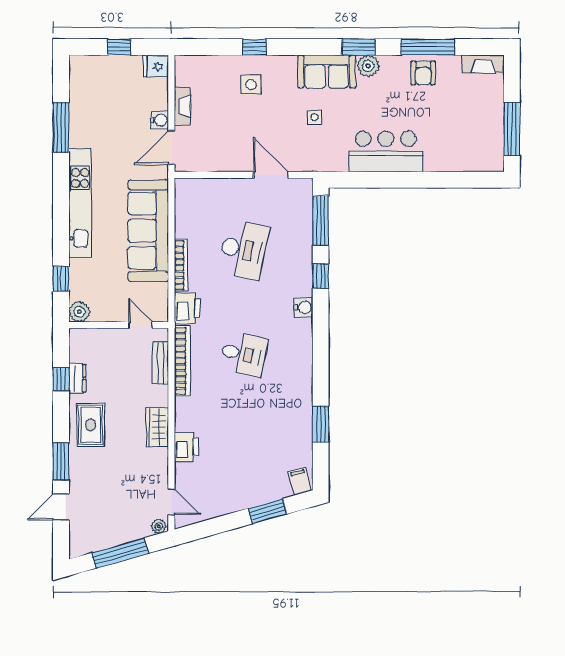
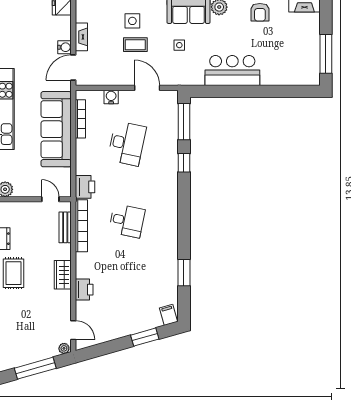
coffee table: (255, 117) -> (135, 45), added
bookcase: (181, 265) -> (80, 119), moved
water cooler: (303, 307) -> (111, 97), moved, turned -90

